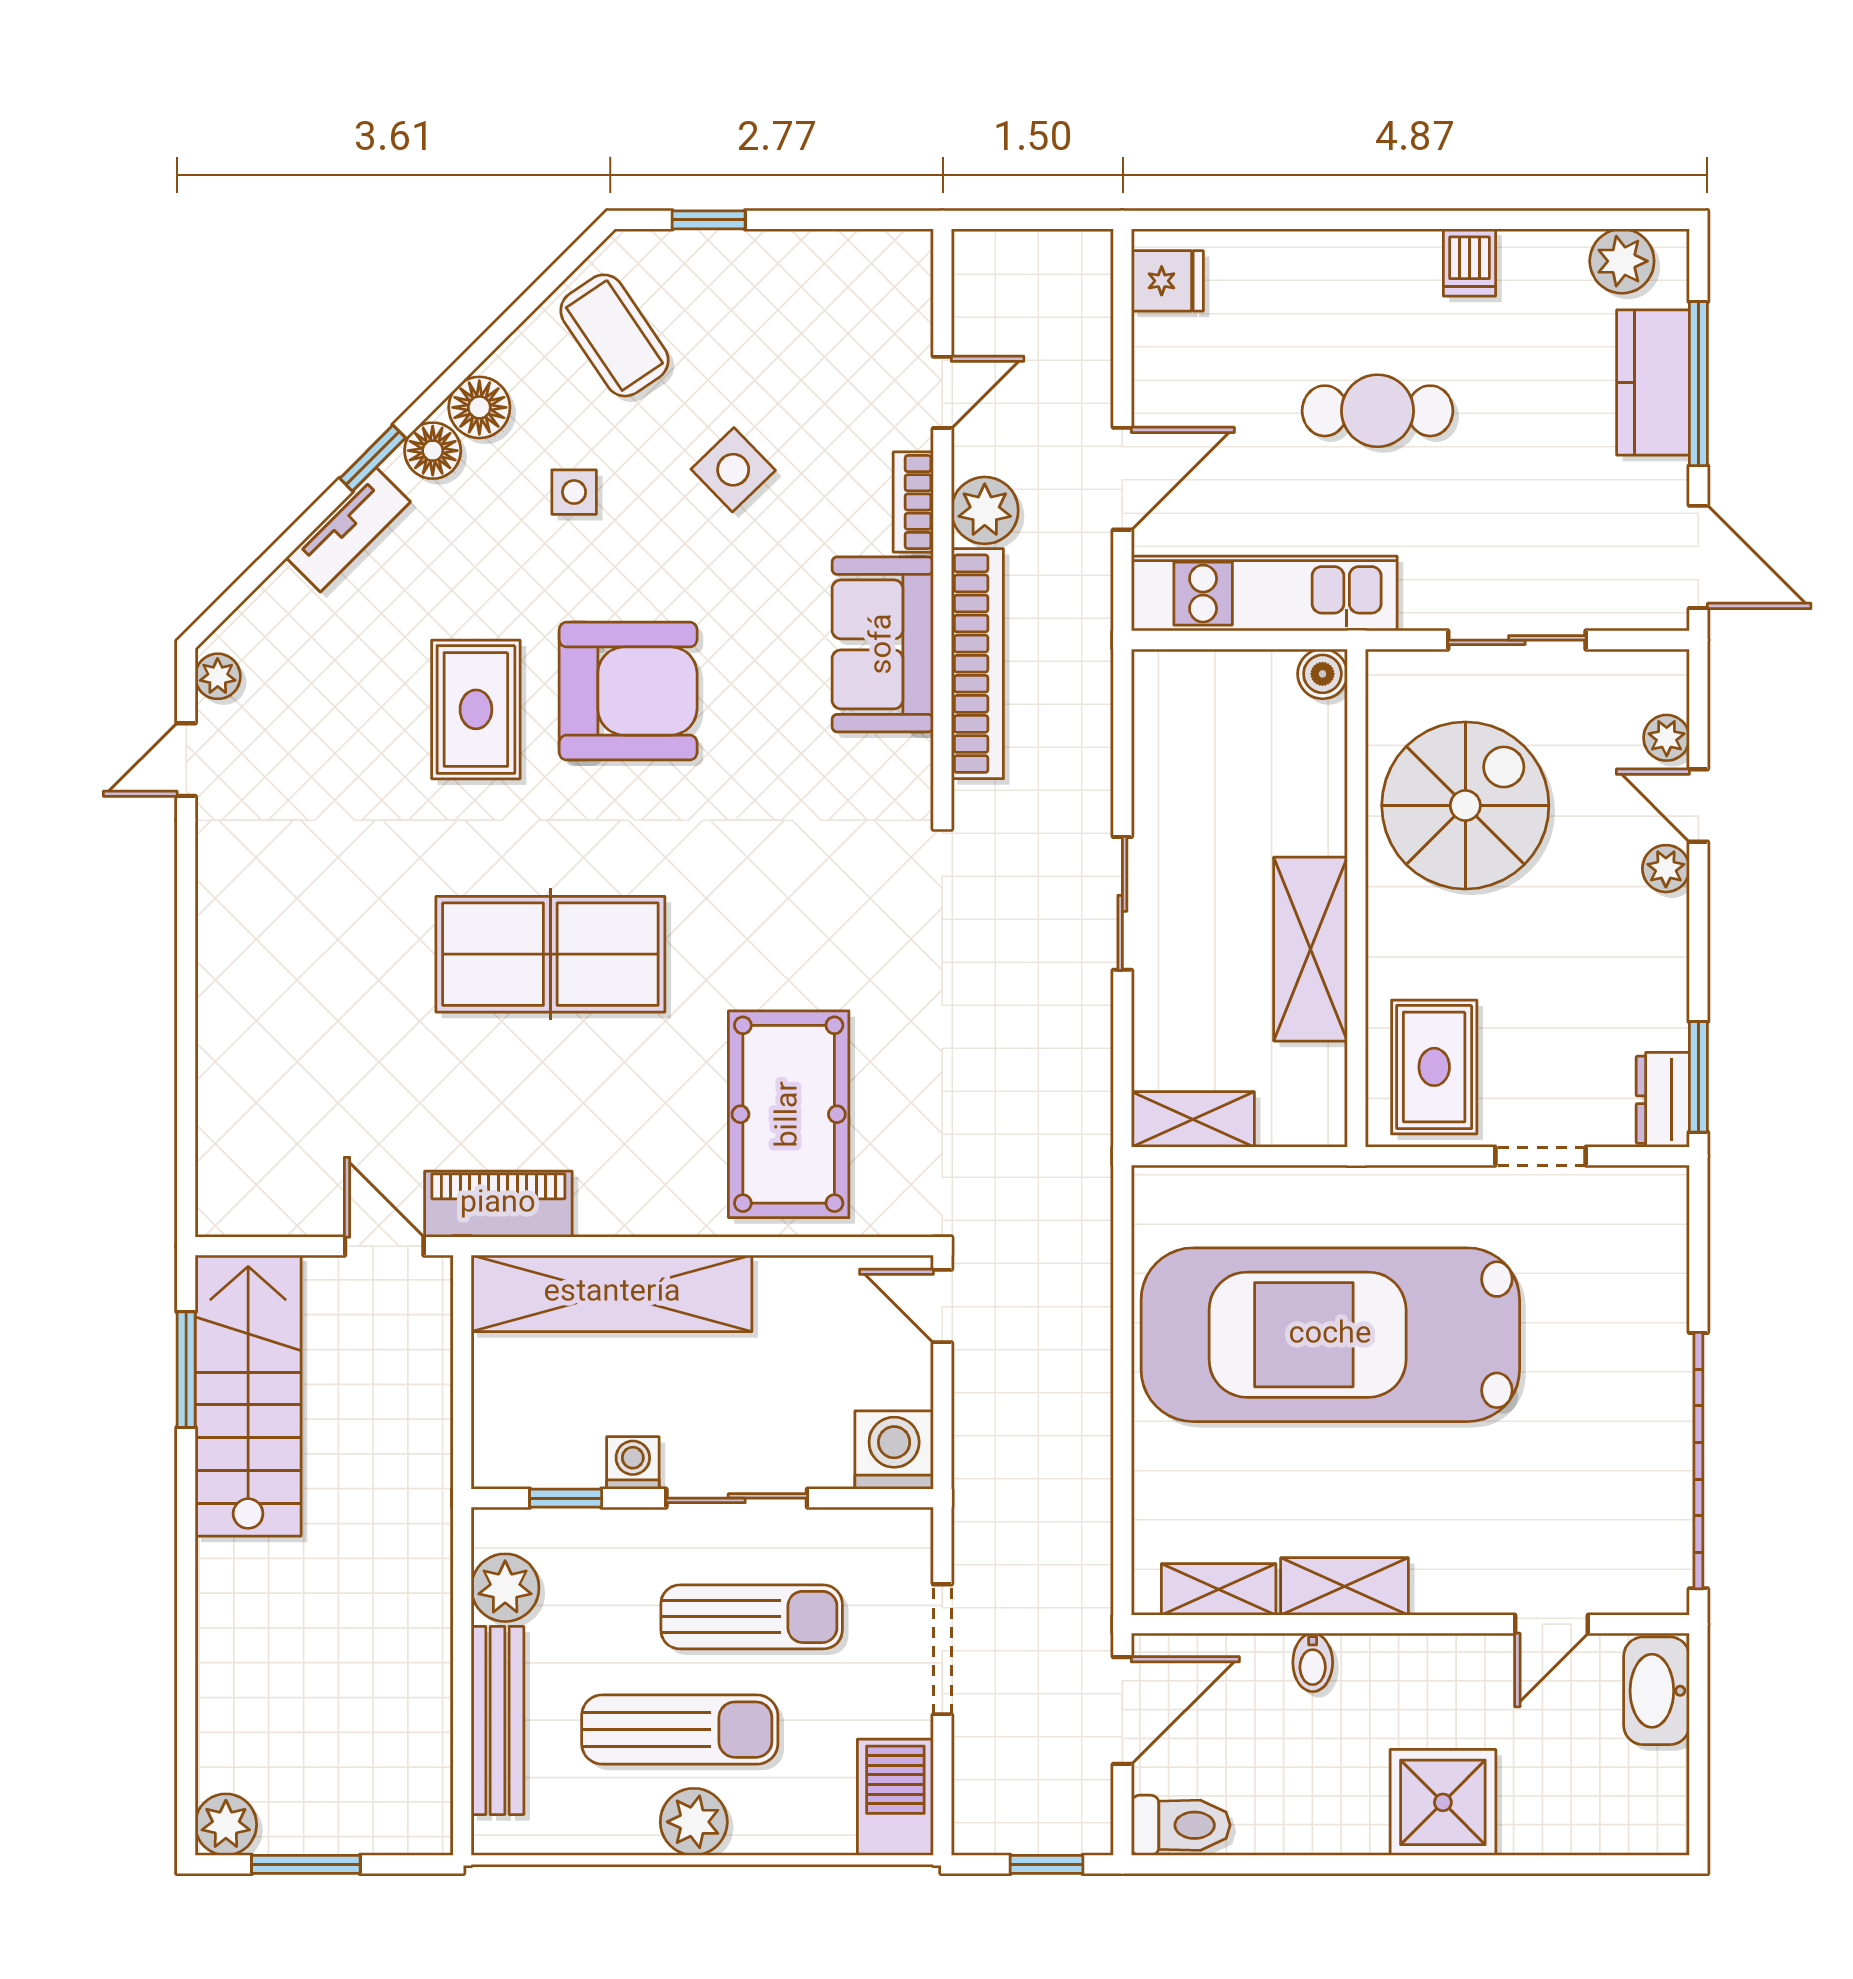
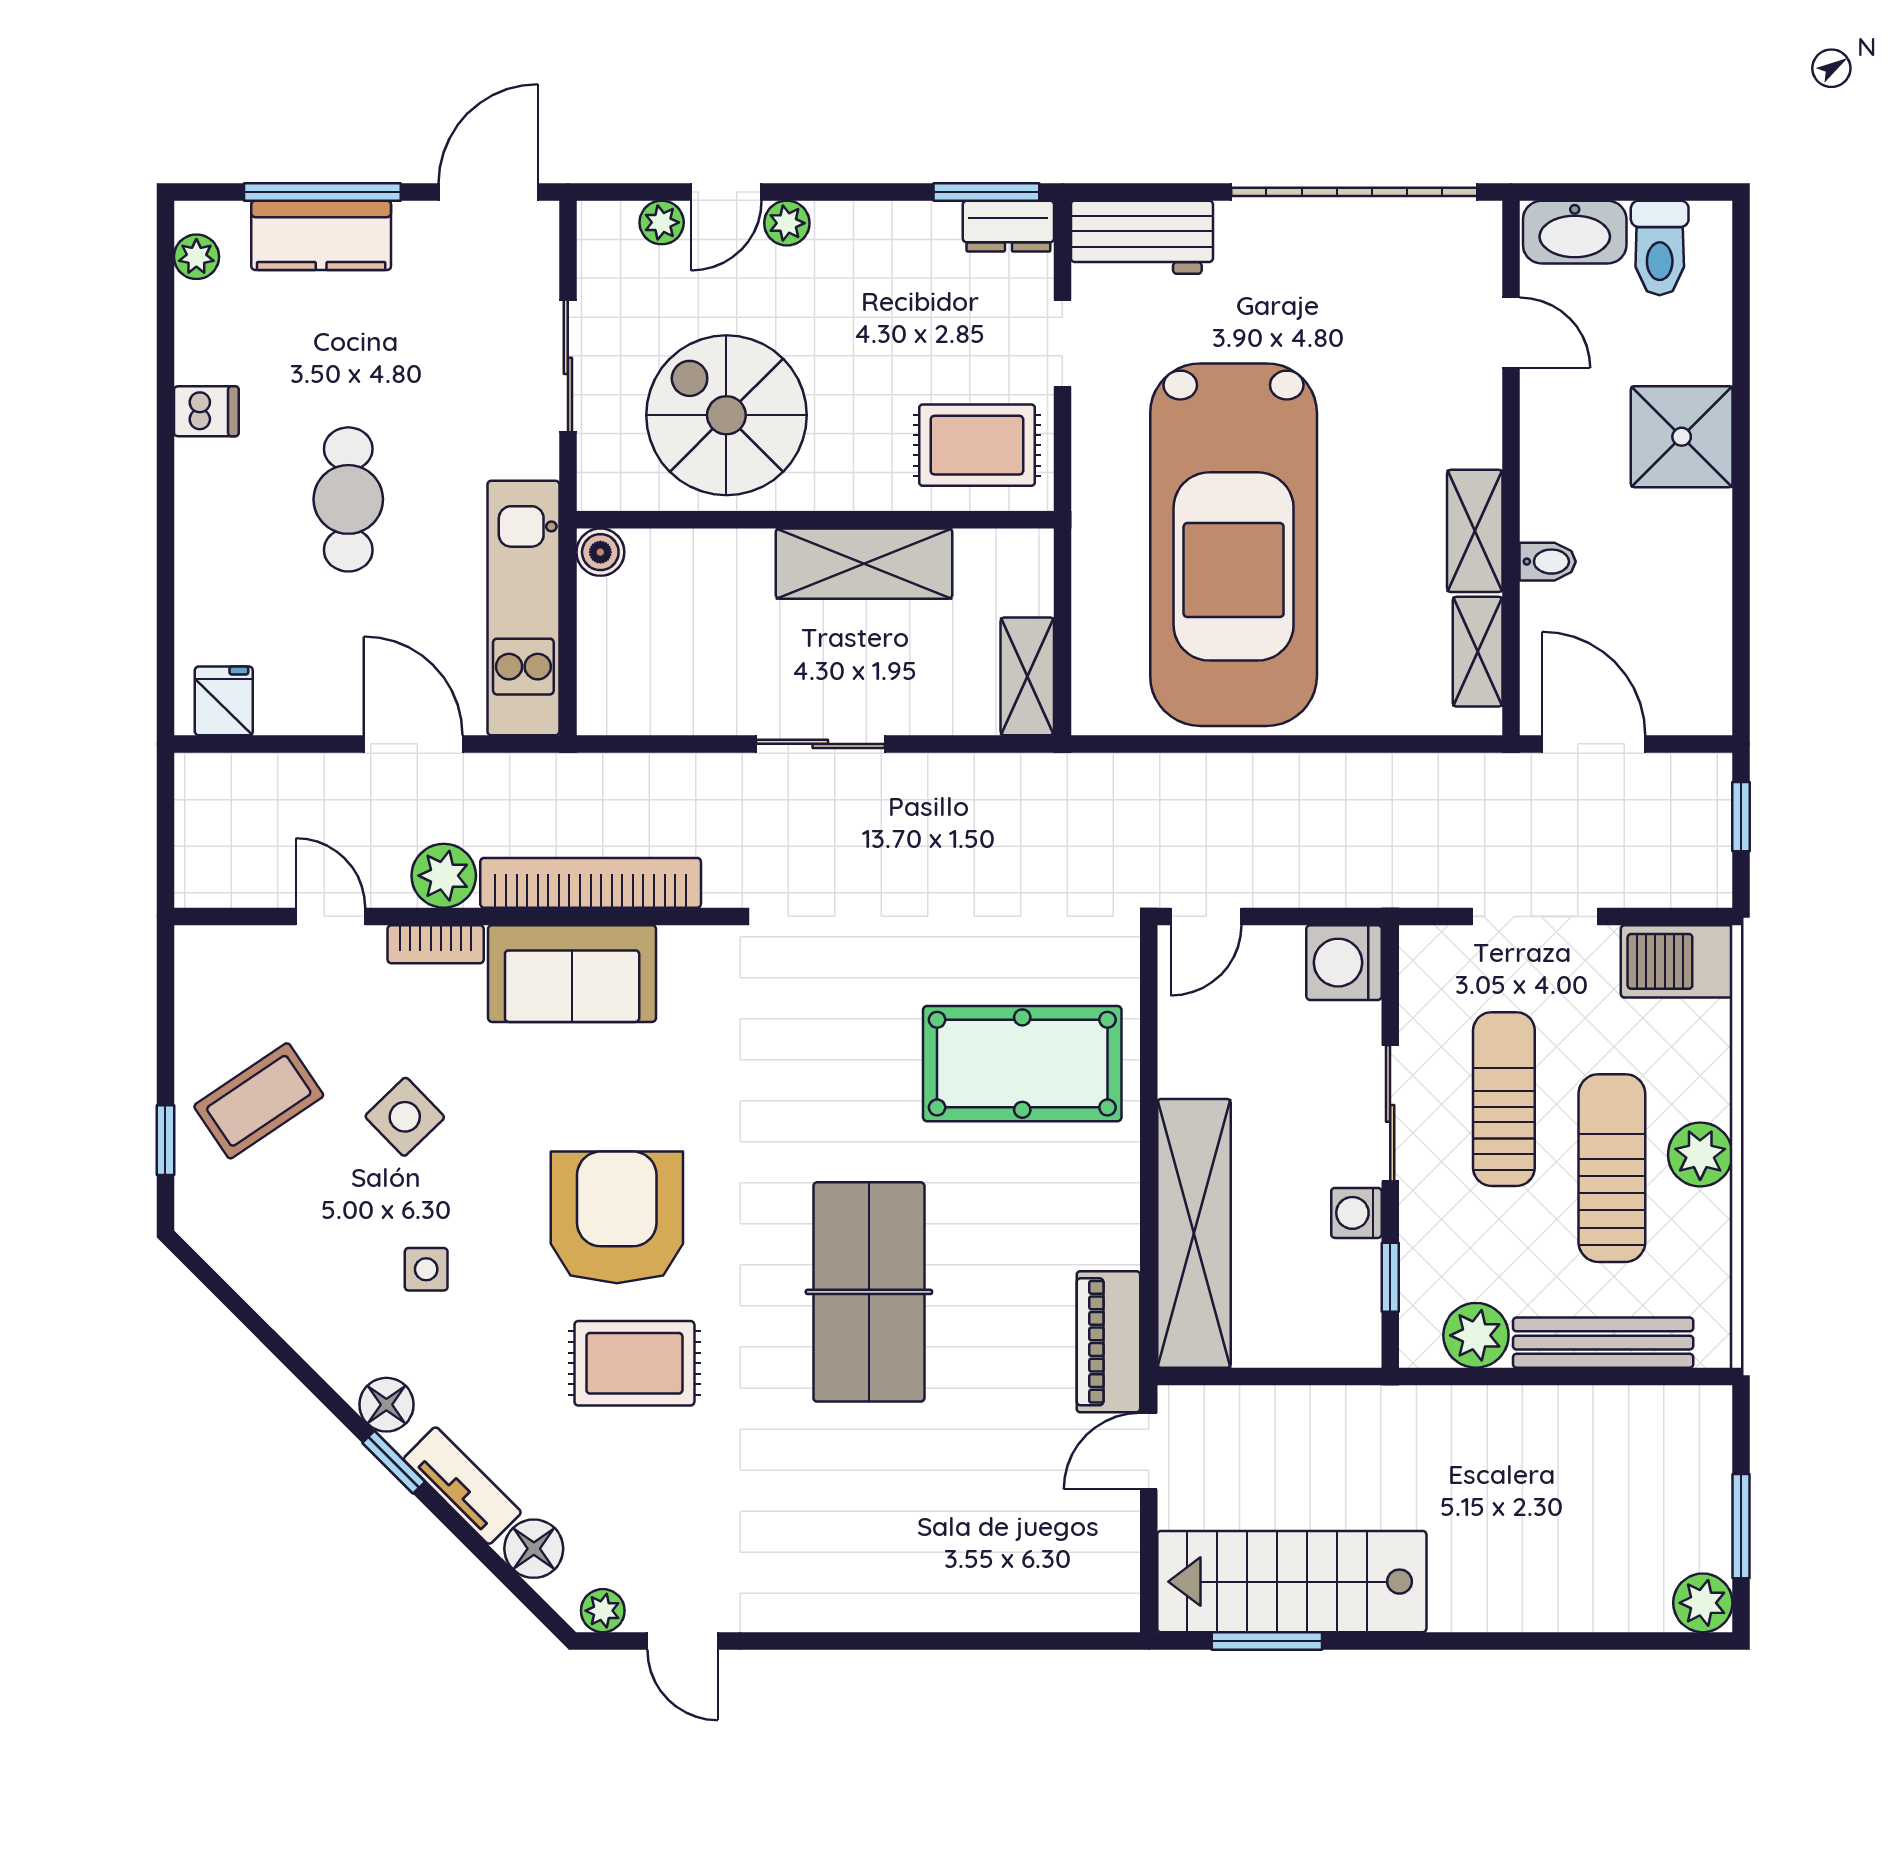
plant: (1622, 261) -> (196, 257), width x0.73, depth x0.73
coffee table: (614, 335) -> (259, 1101), moved
floor lamp: (479, 407) -> (534, 1549), moved
workbench: (1651, 1239) -> (1142, 237), added
toilet: (1181, 1825) -> (1660, 248), moved, turned 180

